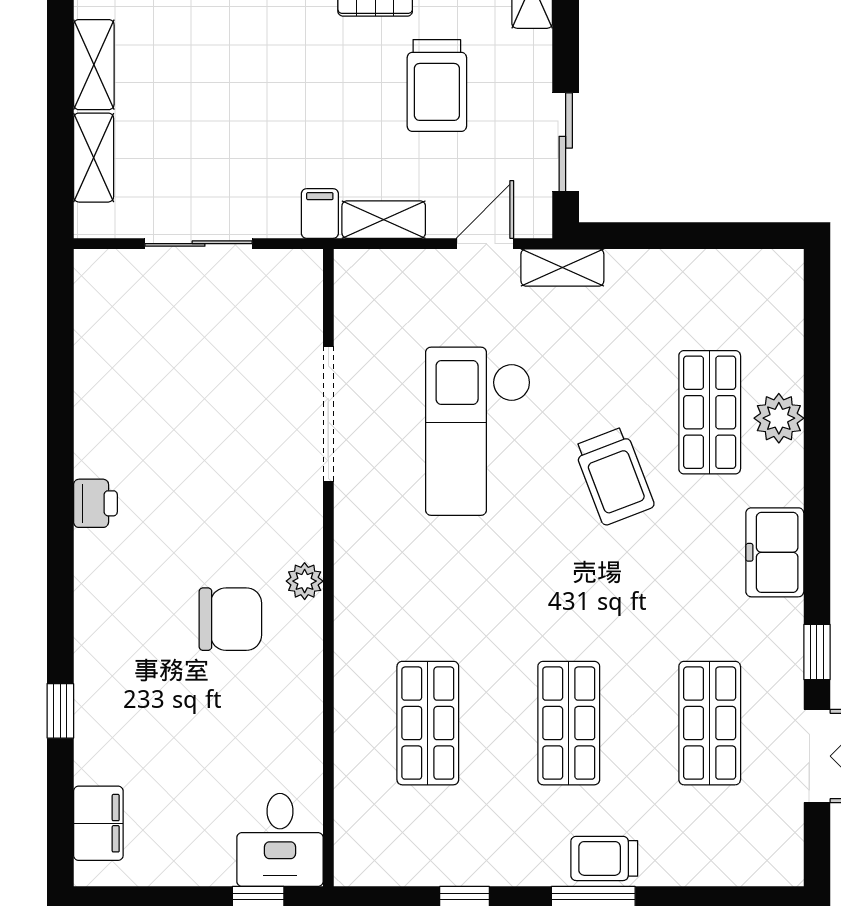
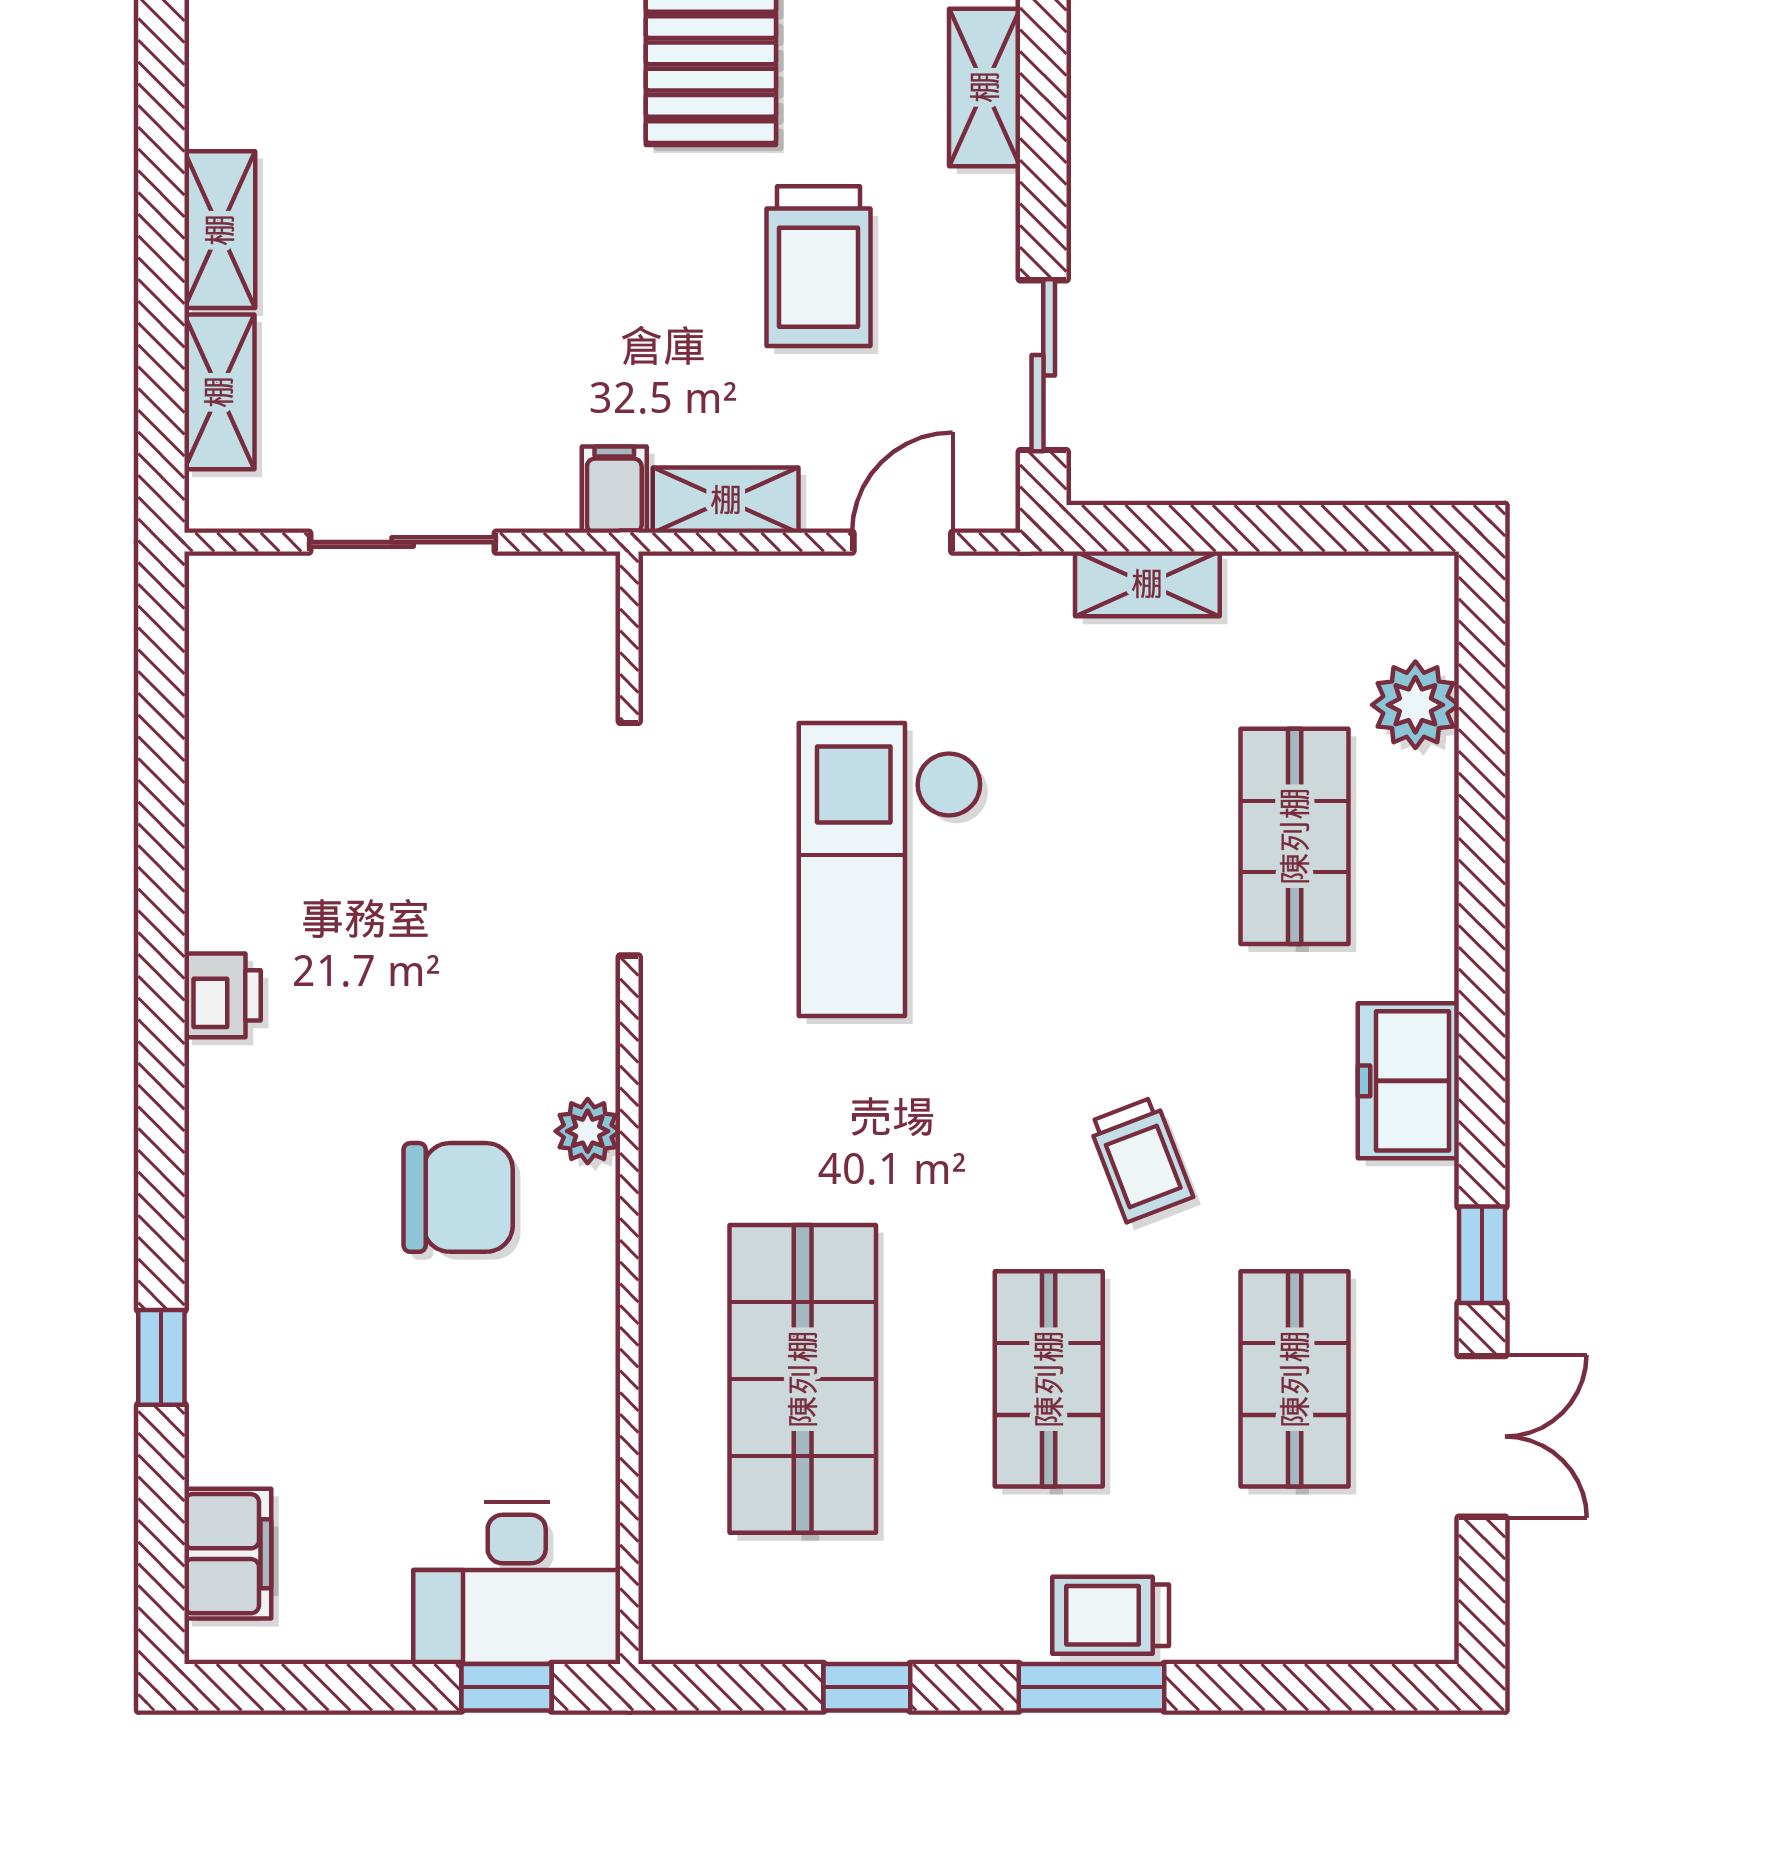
shelving: (562, 267) -> (1147, 584), moved
plant: (779, 418) -> (1415, 705), moved
trolley: (614, 476) -> (1141, 1159), moved, width x0.73, depth x0.72
shop shelf: (428, 723) -> (803, 1379), width x1.43, depth x1.36
desk: (280, 840) -> (517, 1583), width x1.37

